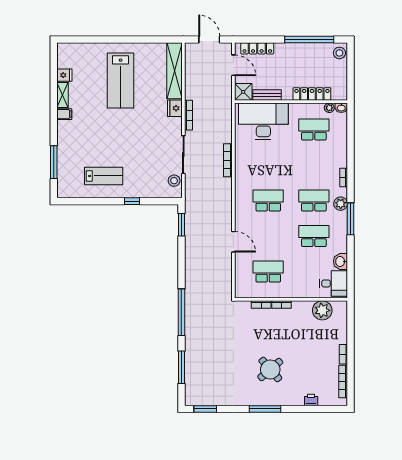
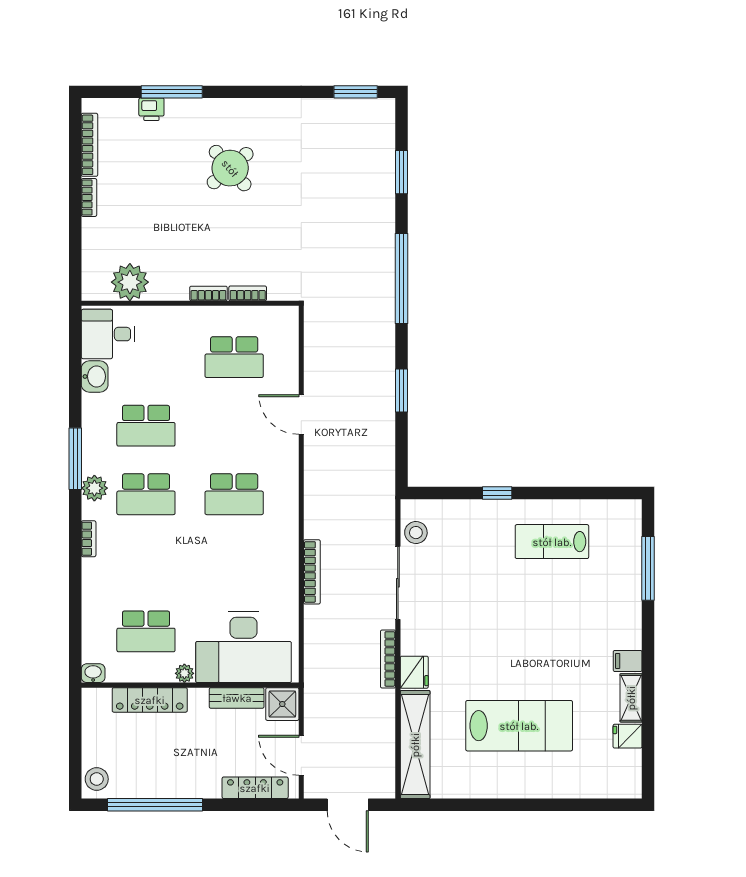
lab bench: (121, 81) -> (519, 726), turned 90
plant: (329, 108) -> (184, 673), moved
window: (181, 225) -> (402, 390), moved
window: (181, 367) -> (402, 172), width x0.69
window: (265, 409) -> (172, 92), moved

